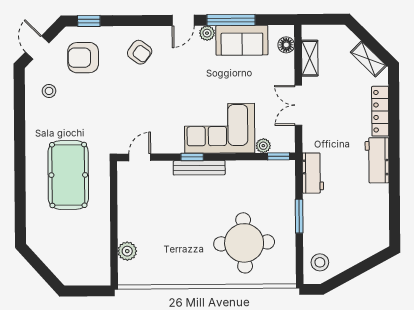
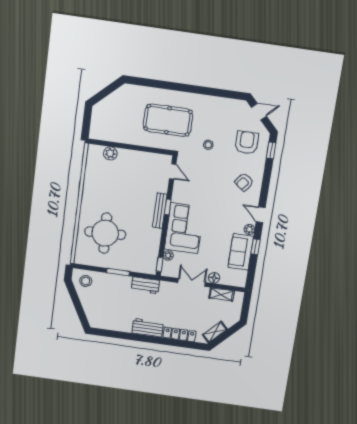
window: (231, 20) -> (255, 247), width x0.46
floor lamp: (286, 45) -> (214, 278), moved
stool: (49, 91) -> (208, 145), moved

